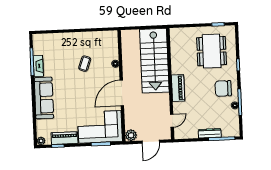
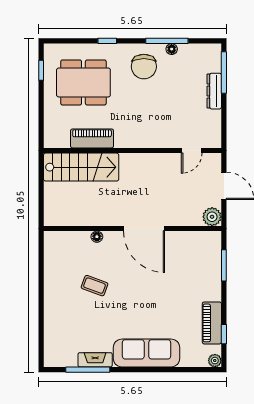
stairs: (154, 61) -> (81, 167), width x0.73, depth x0.66
piano: (178, 88) -> (92, 138), moved
door: (172, 121) -> (192, 150), swing flipped
corner sofa: (100, 127) -> (196, 266), removed

